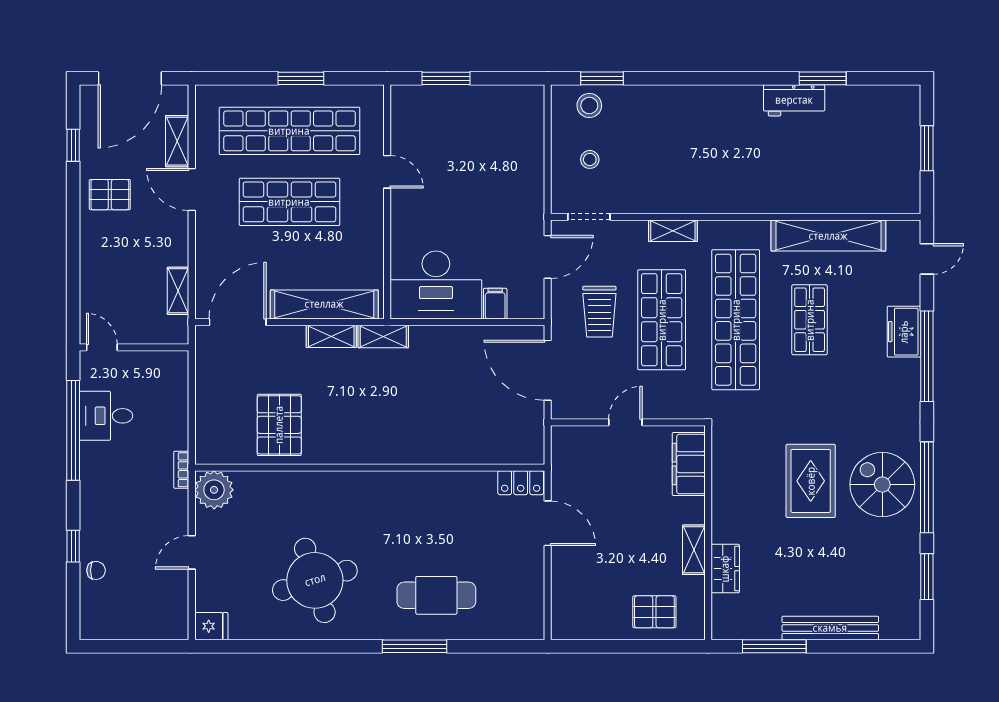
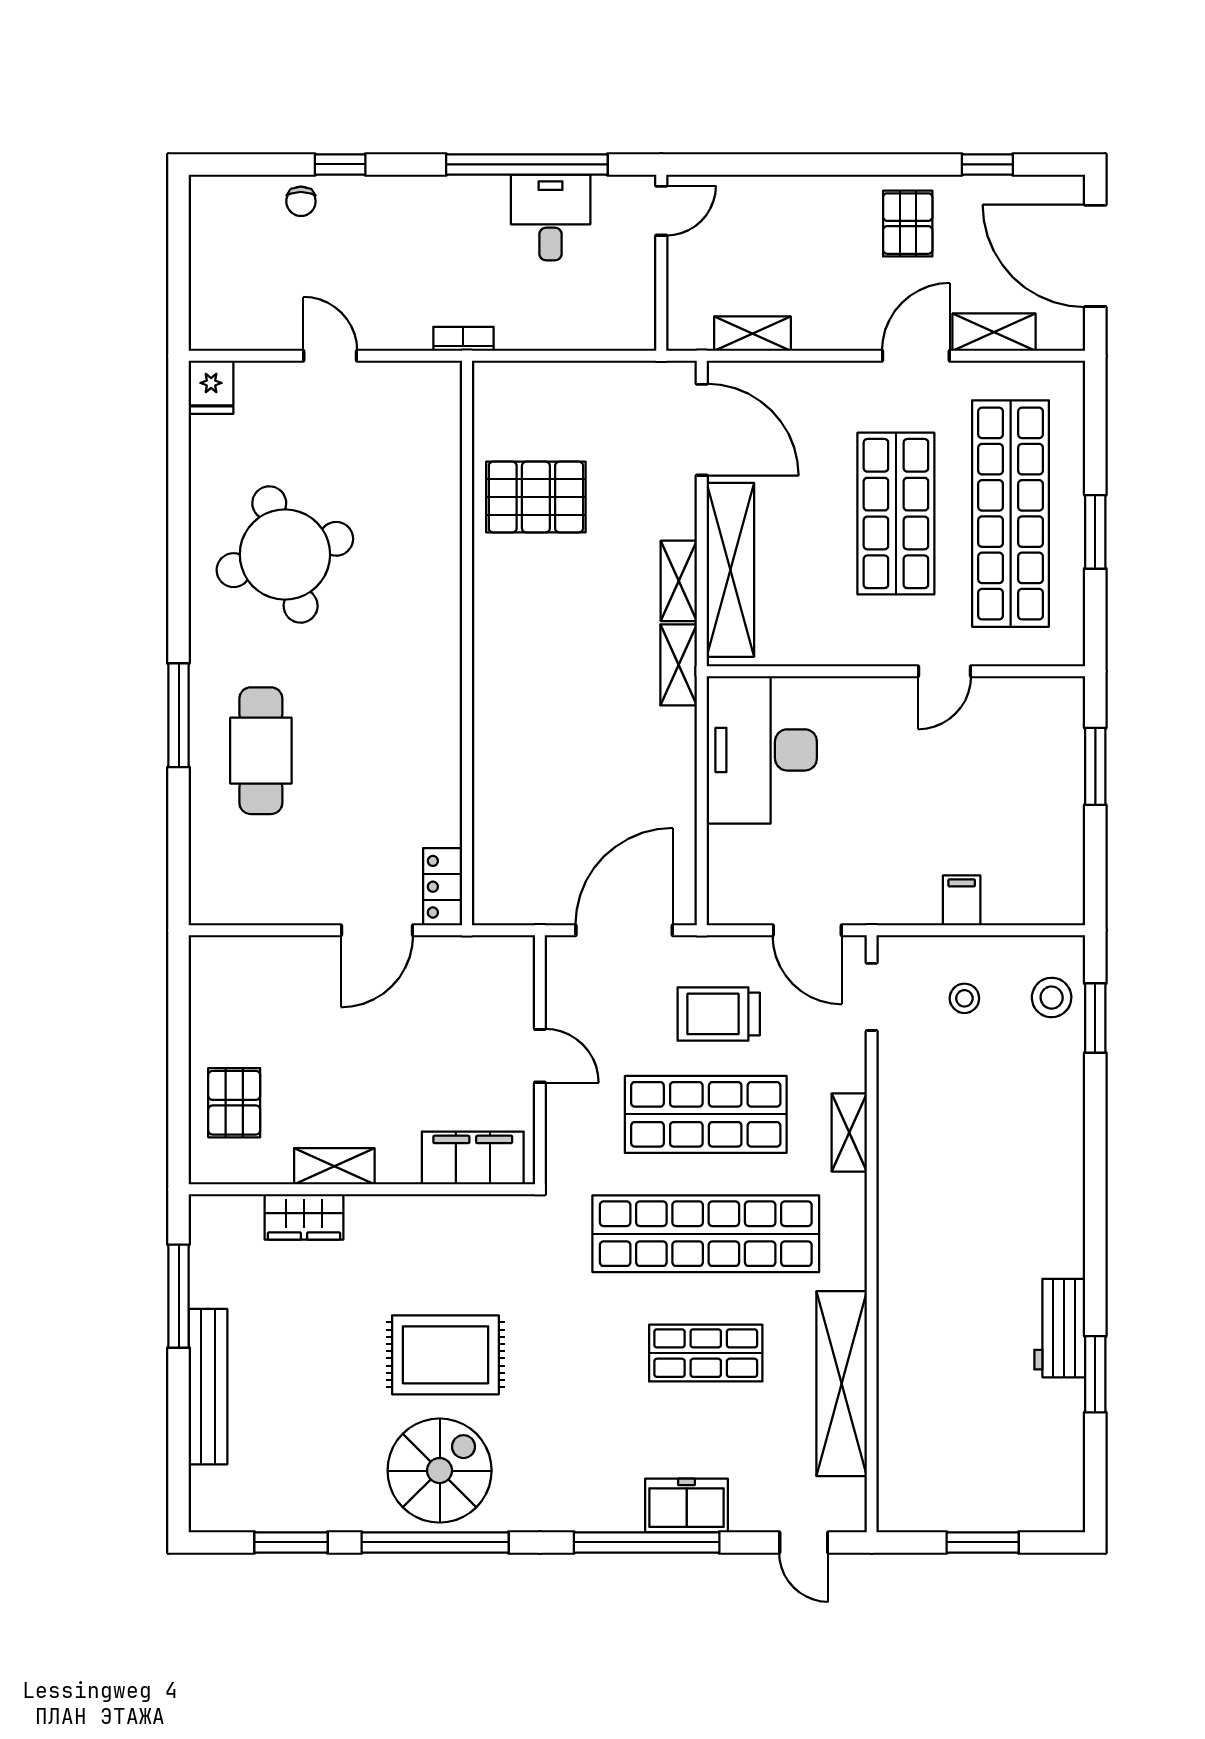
filing cabinet: (495, 304) -> (962, 900), moved, turned -90
plant: (214, 490) -> (431, 392), removed

